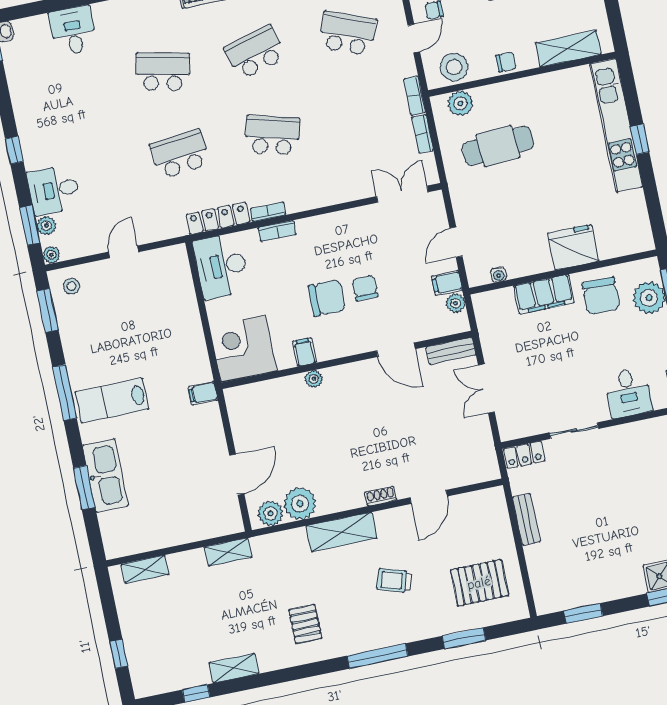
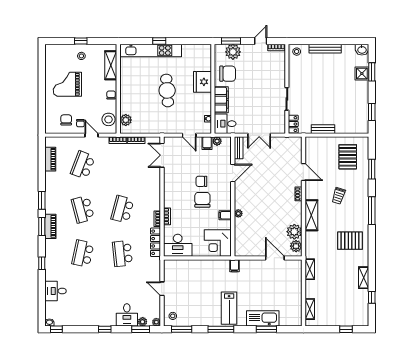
cafe table: (498, 146) -> (167, 90), moved
desk: (628, 393) -> (225, 124), moved, turned 180
pallet: (305, 624) -> (350, 241), width x1.50, depth x1.42

